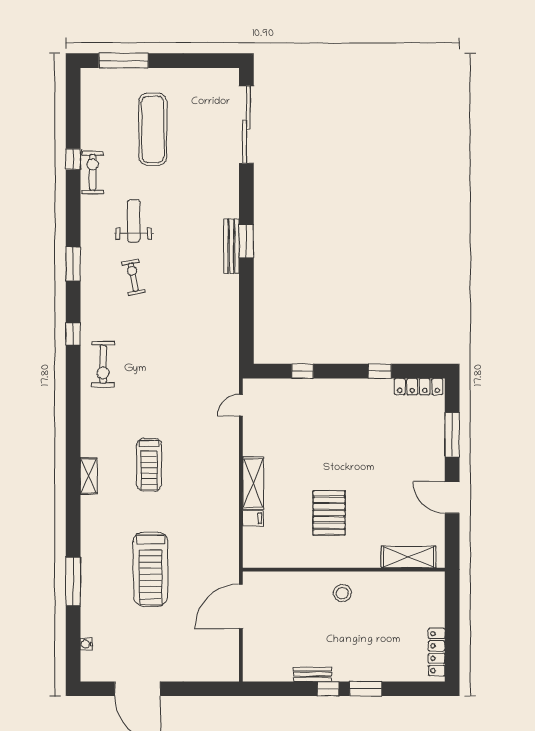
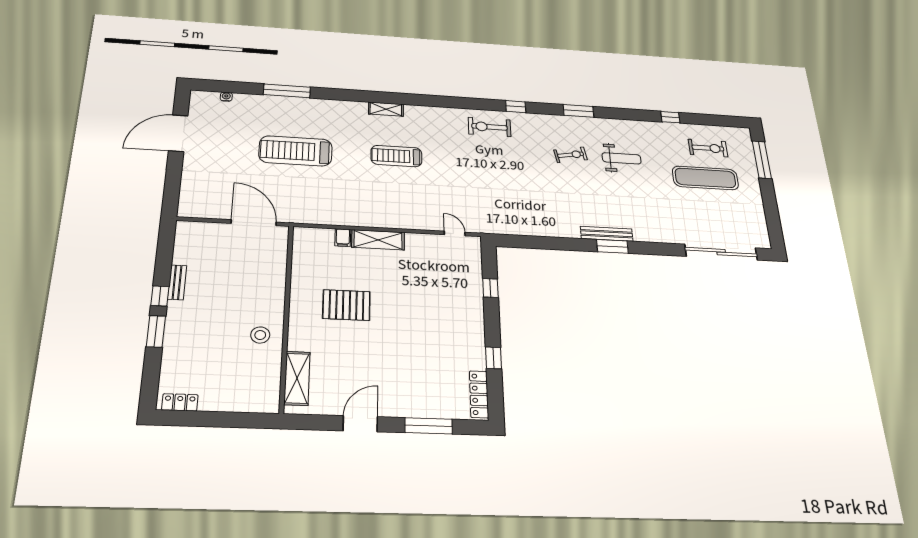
exercise bike: (93, 172) -> (708, 148), moved
stool: (342, 593) -> (260, 335), moved
locker: (437, 652) -> (180, 402), width x0.66

